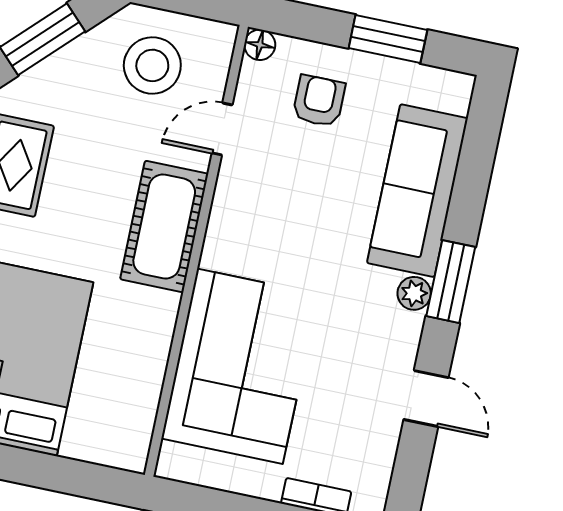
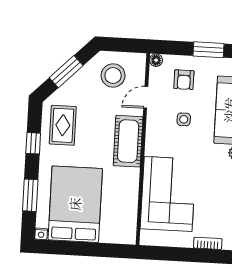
armchair: (319, 101) -> (184, 80), turned 180
side table: (304, 195) -> (184, 119), added

